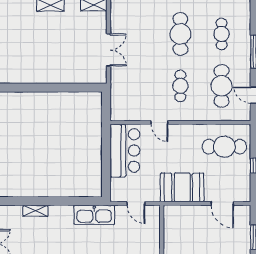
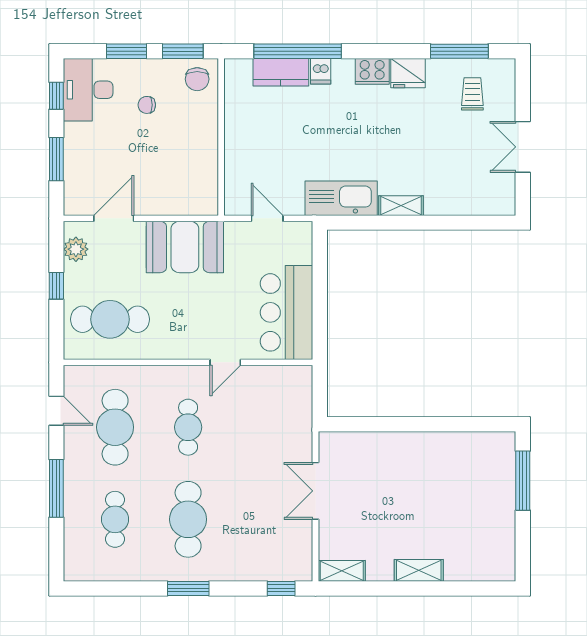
door: (159, 122) -> (225, 362), swing flipped
plant: (244, 186) -> (76, 249), added
door: (222, 204) -> (114, 218), hinge flipped
shelving: (35, 211) -> (401, 206), moved

